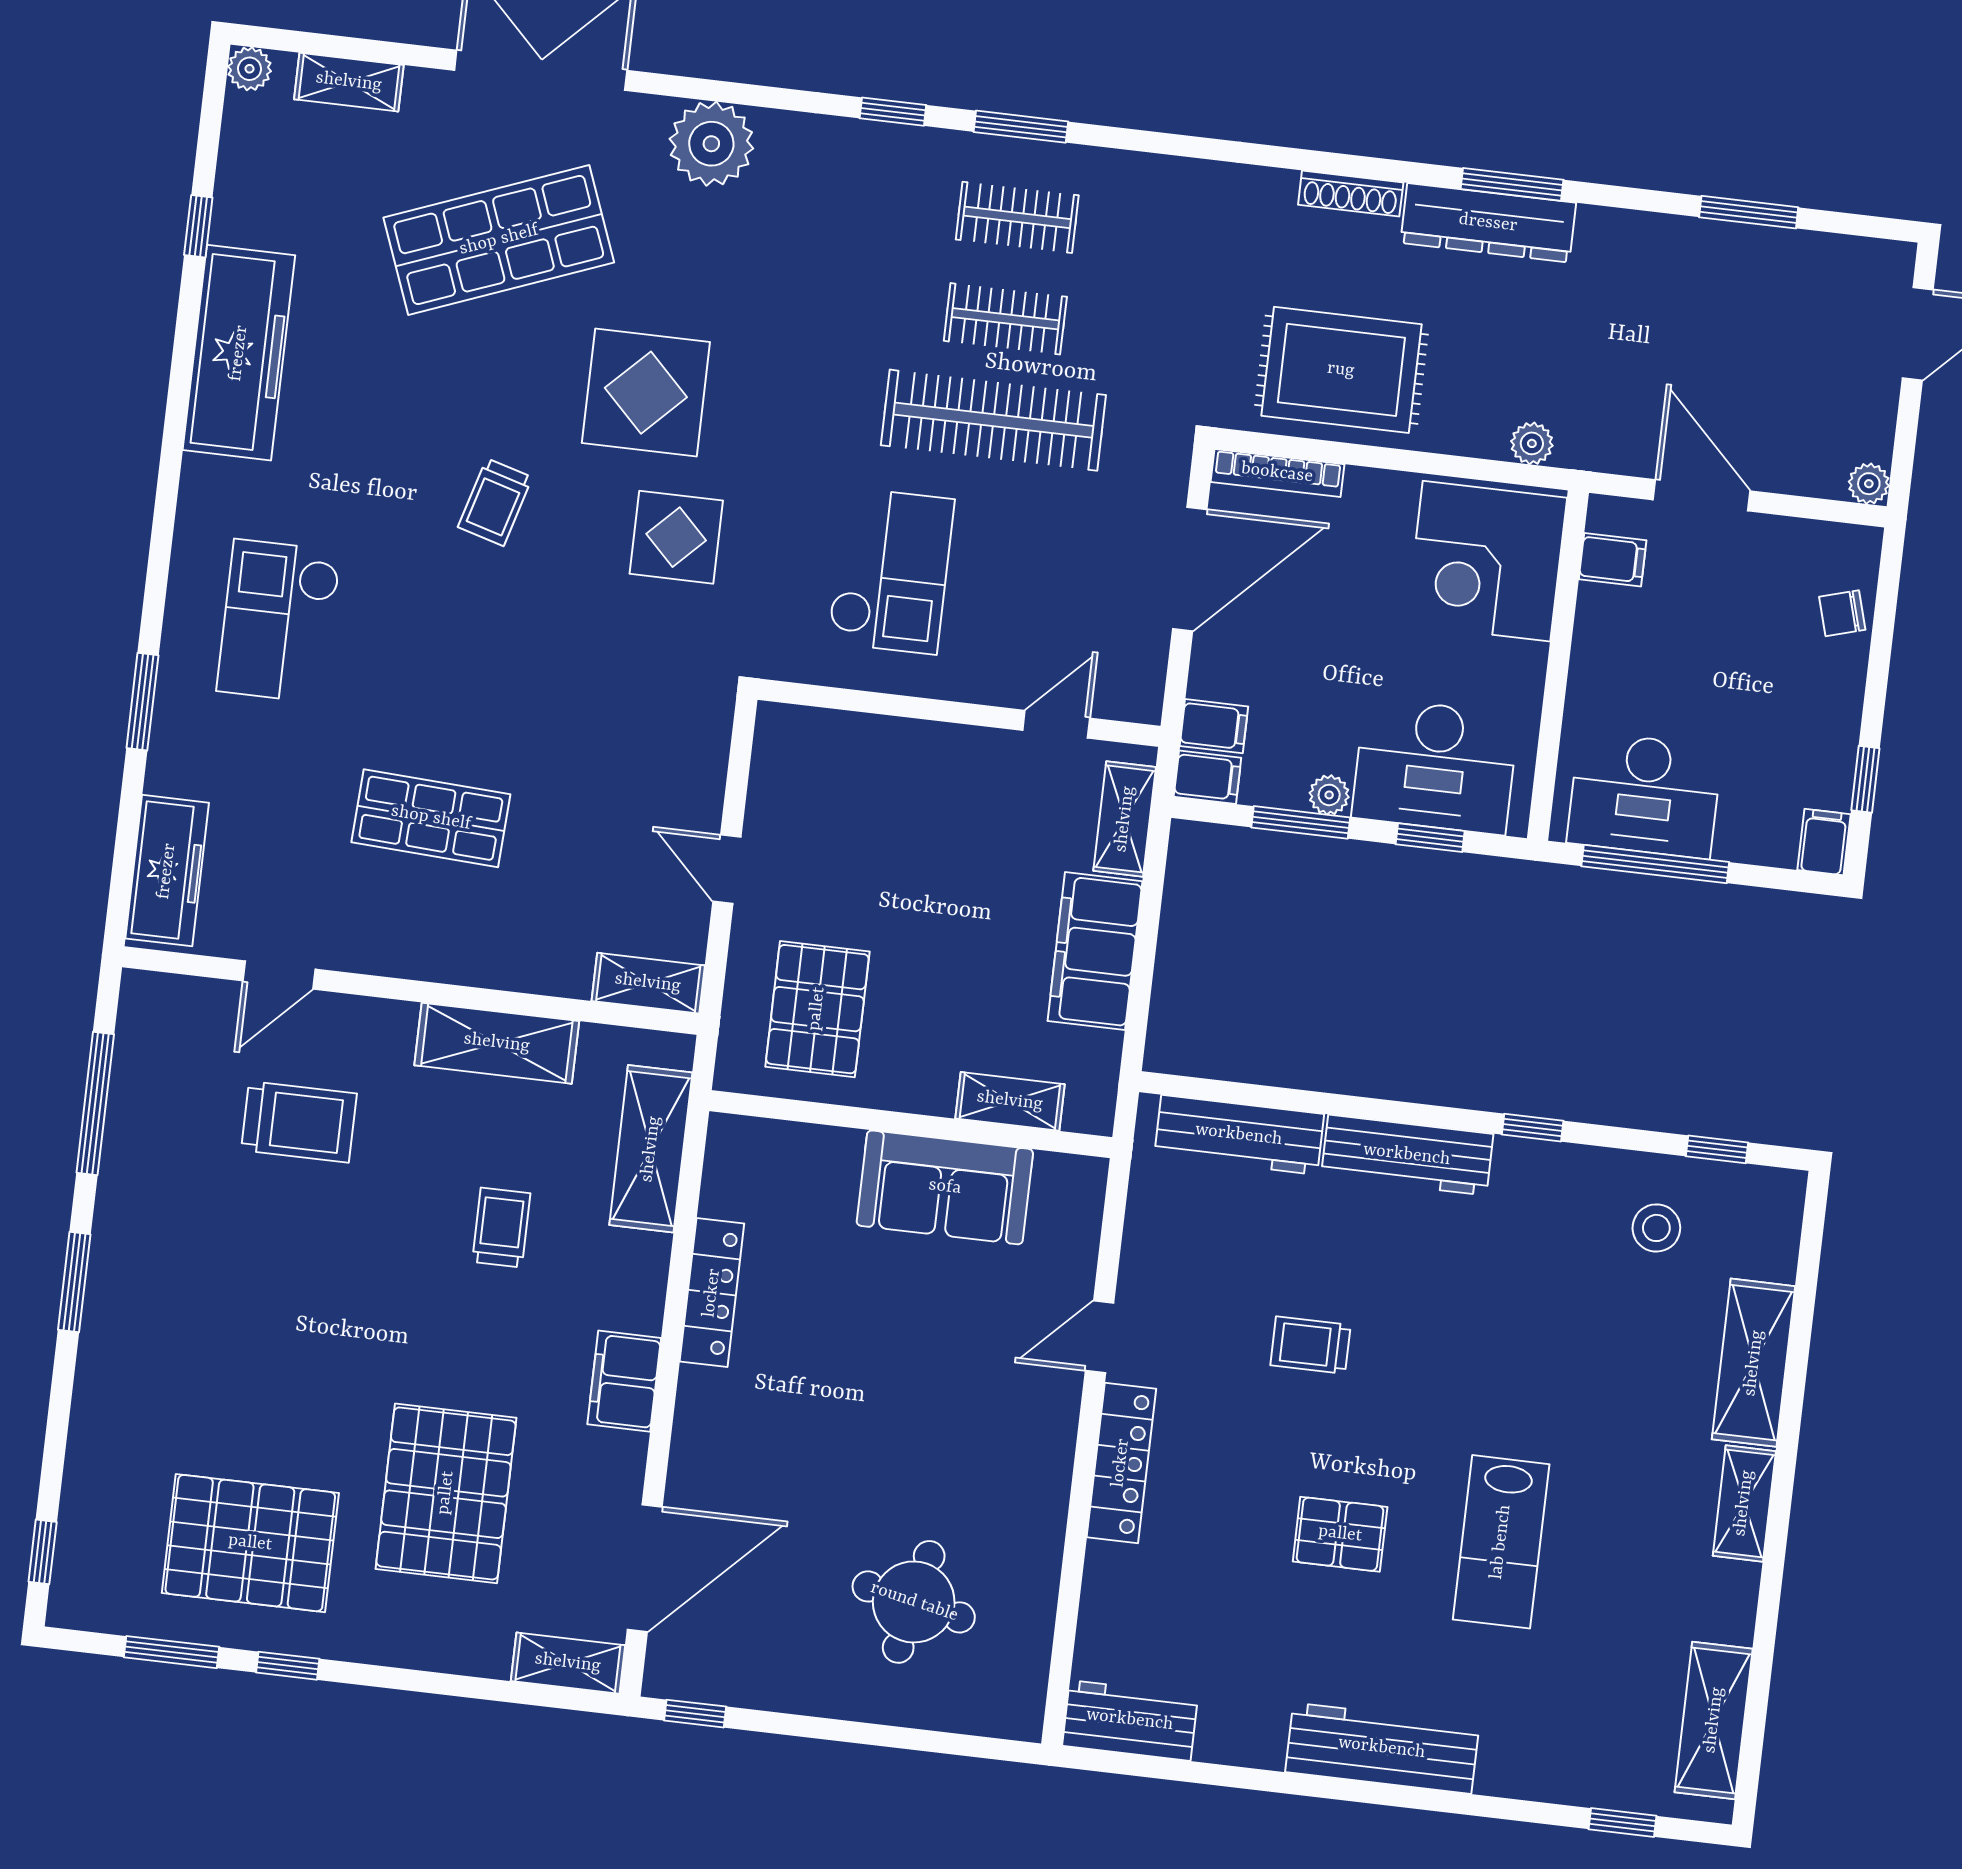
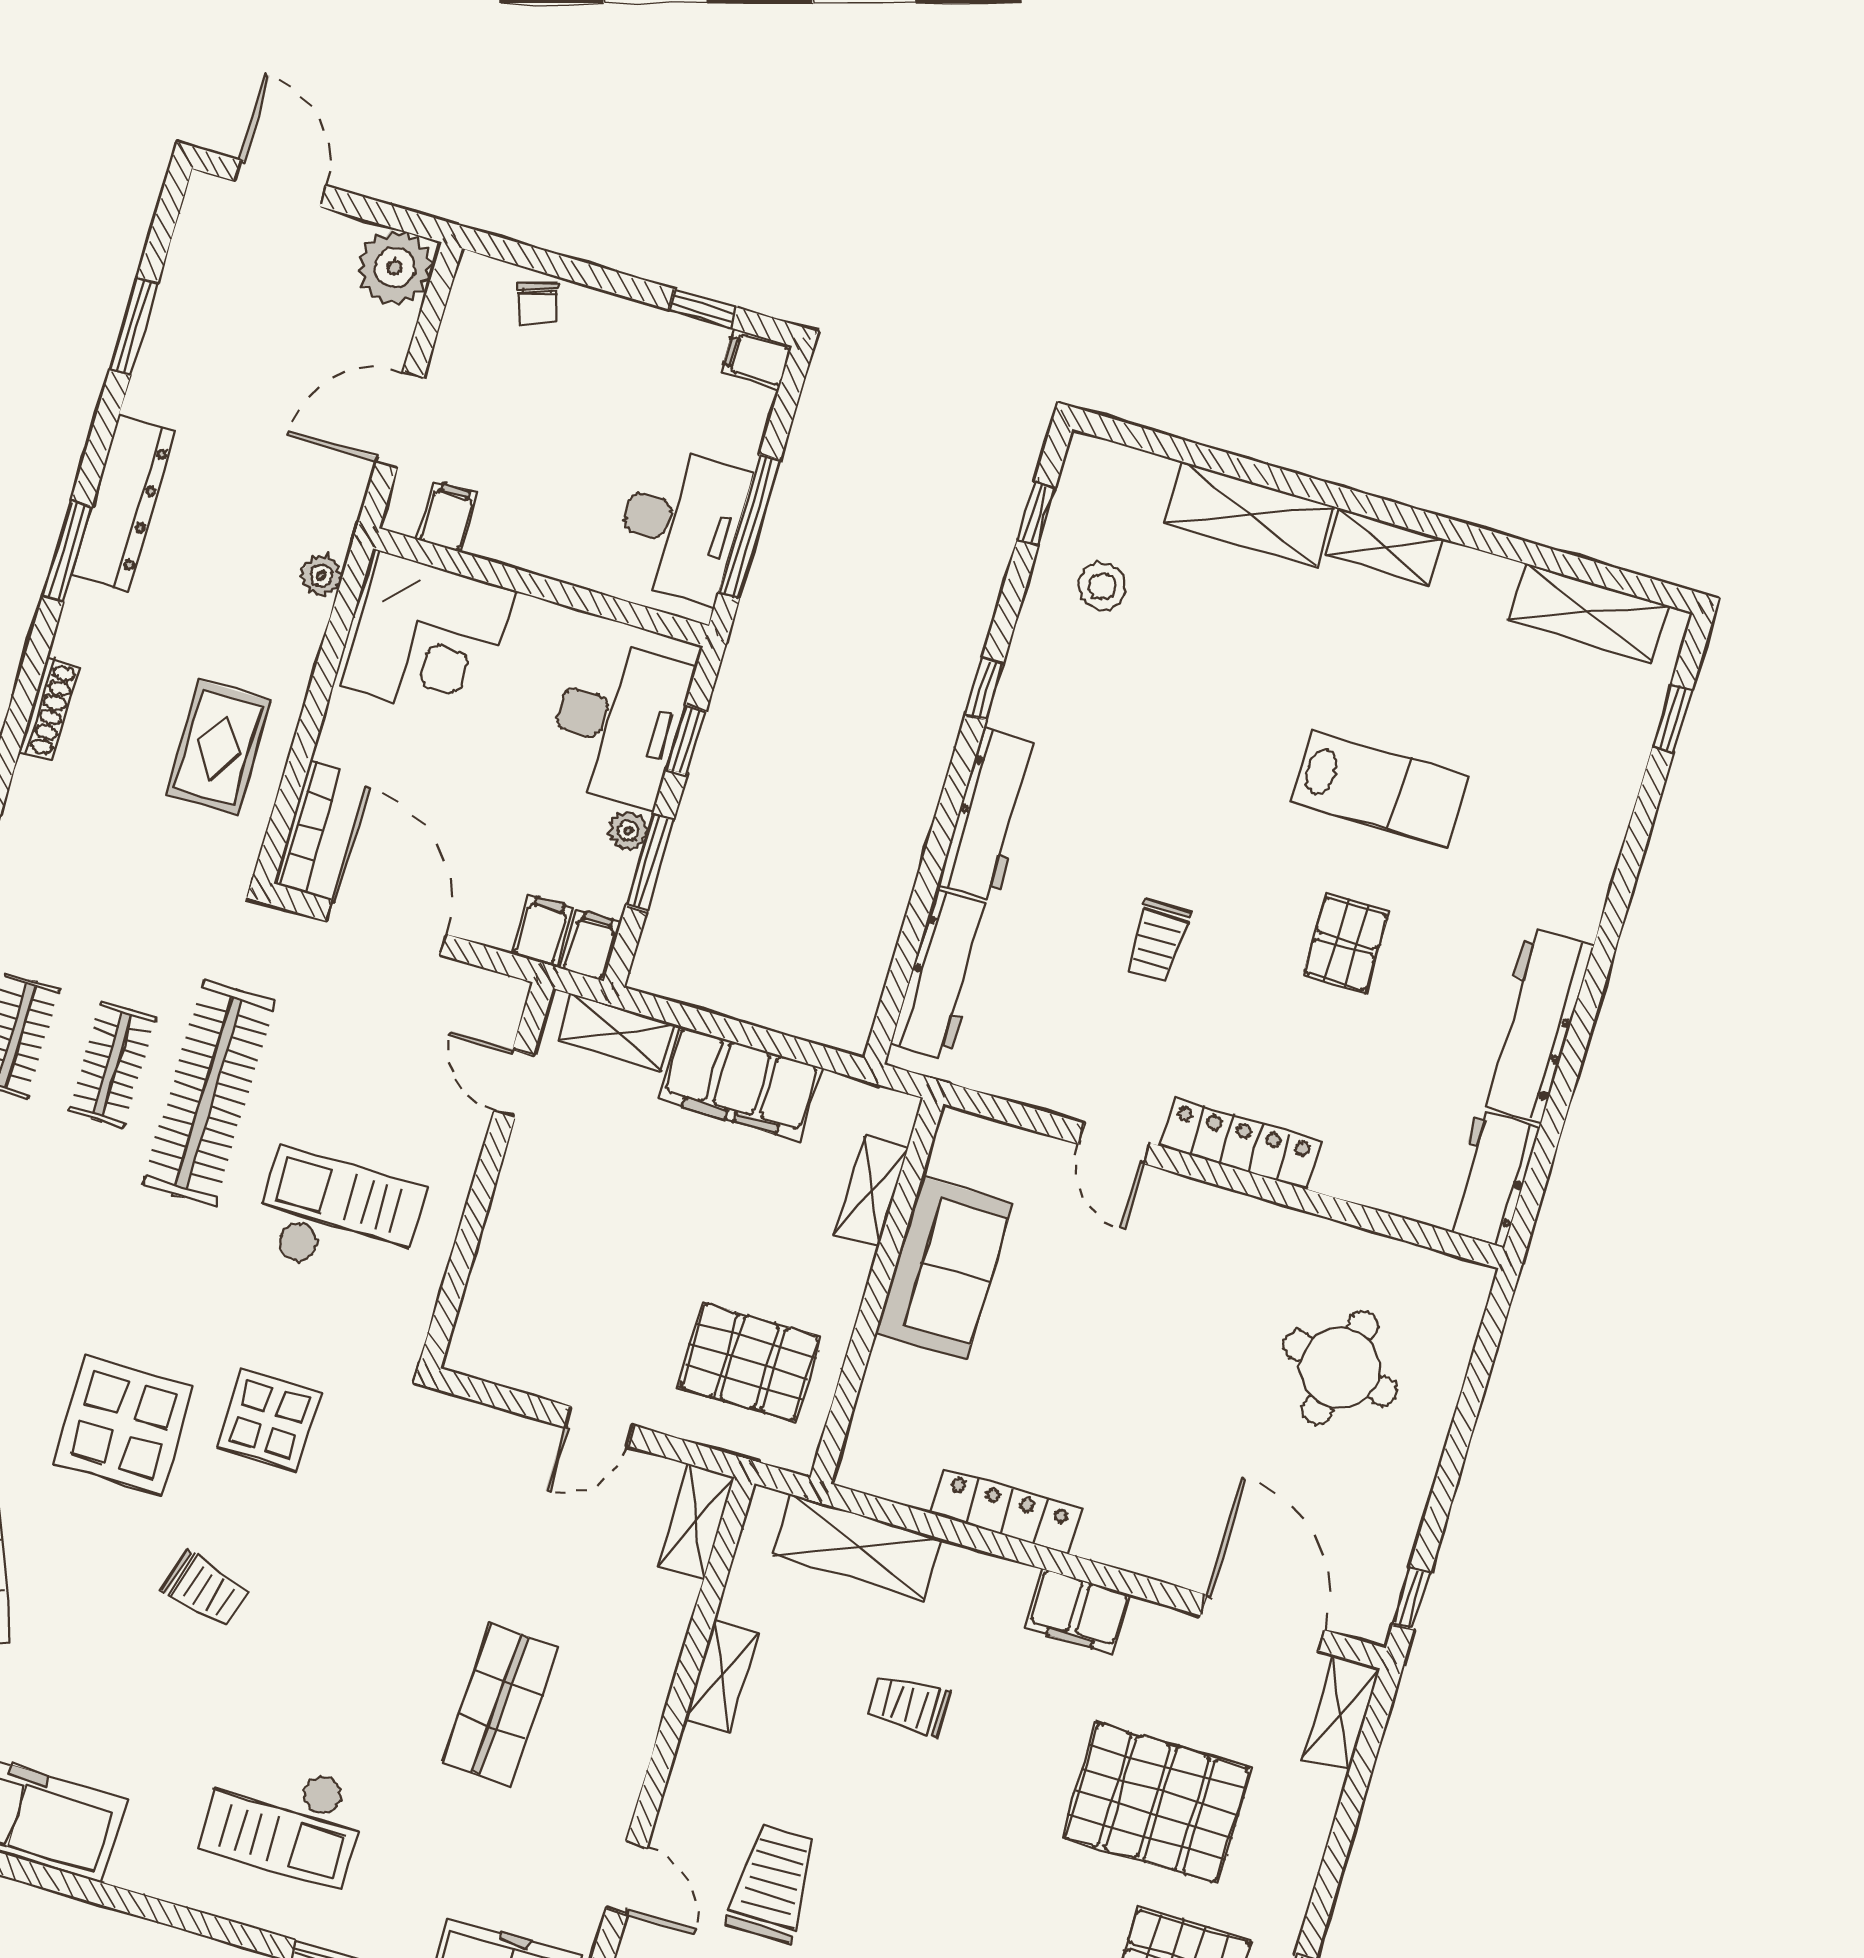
dresser: (1488, 223) -> (123, 503), moved
rug: (1341, 370) -> (218, 747), width x0.73, depth x0.70
plant: (1869, 484) -> (395, 268), width x1.88, depth x1.88
shelving: (497, 1043) -> (722, 1676), width x0.67, depth x0.75
workbench: (1382, 1748) -> (1535, 1025), moved

